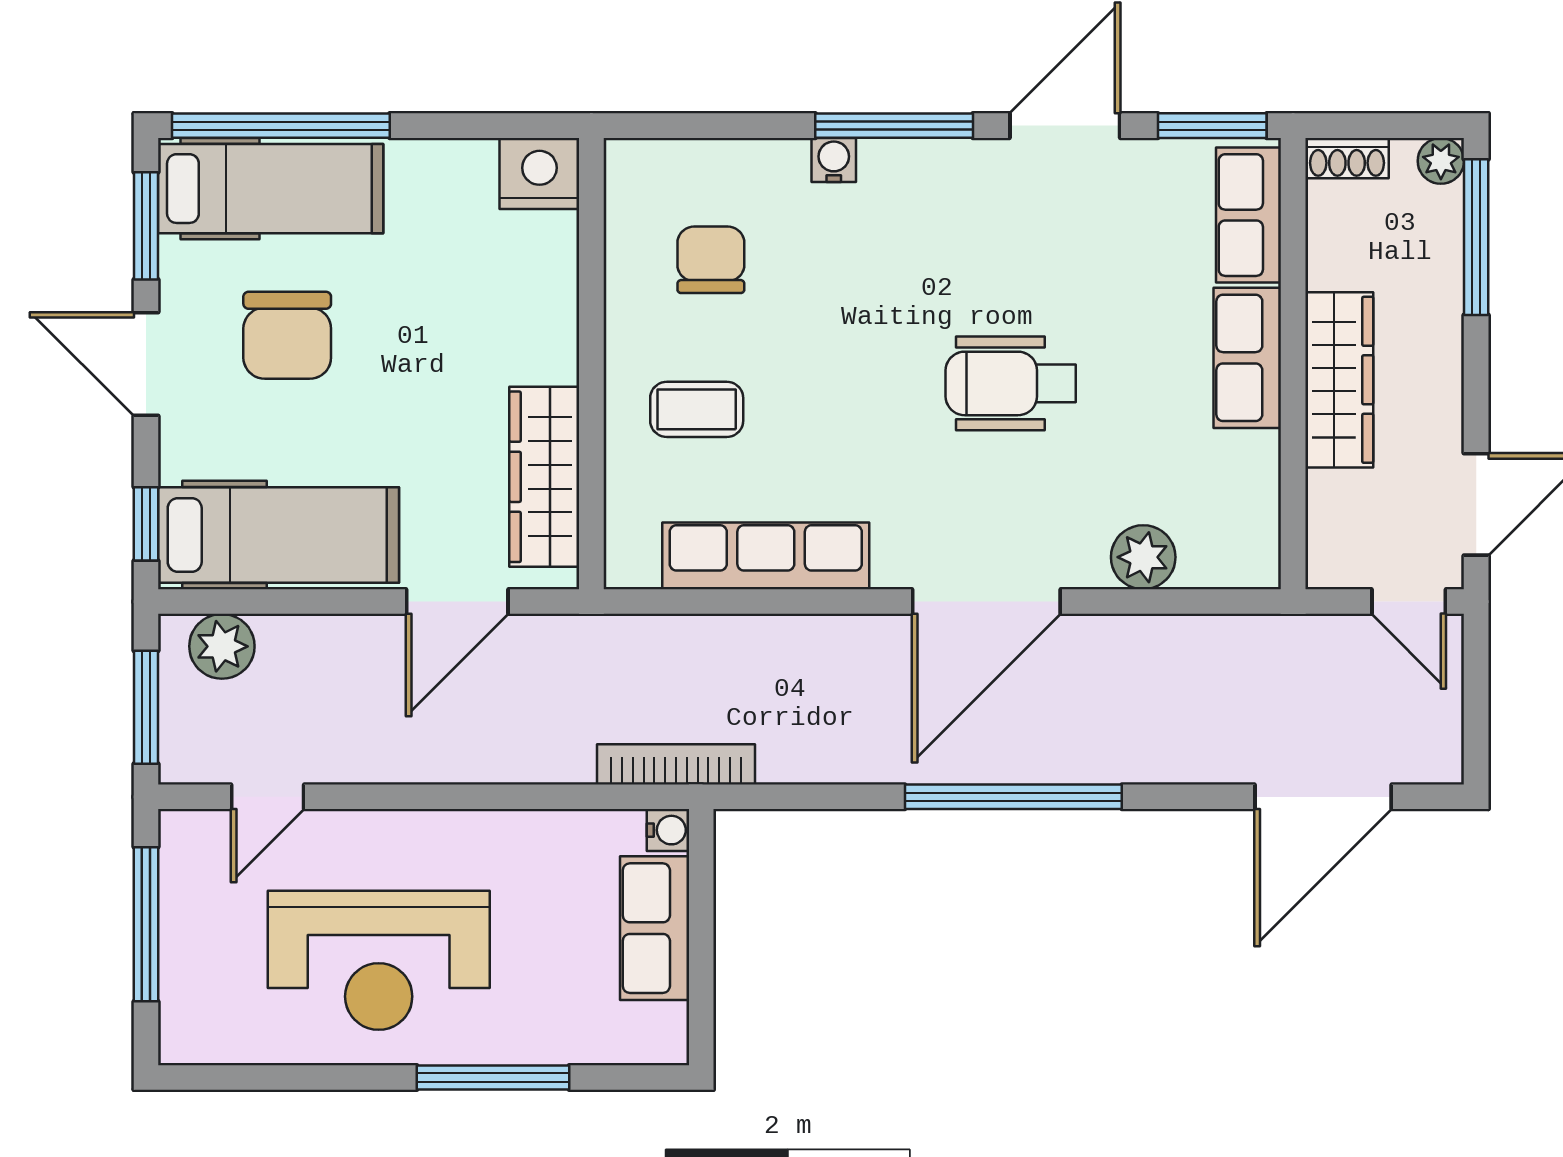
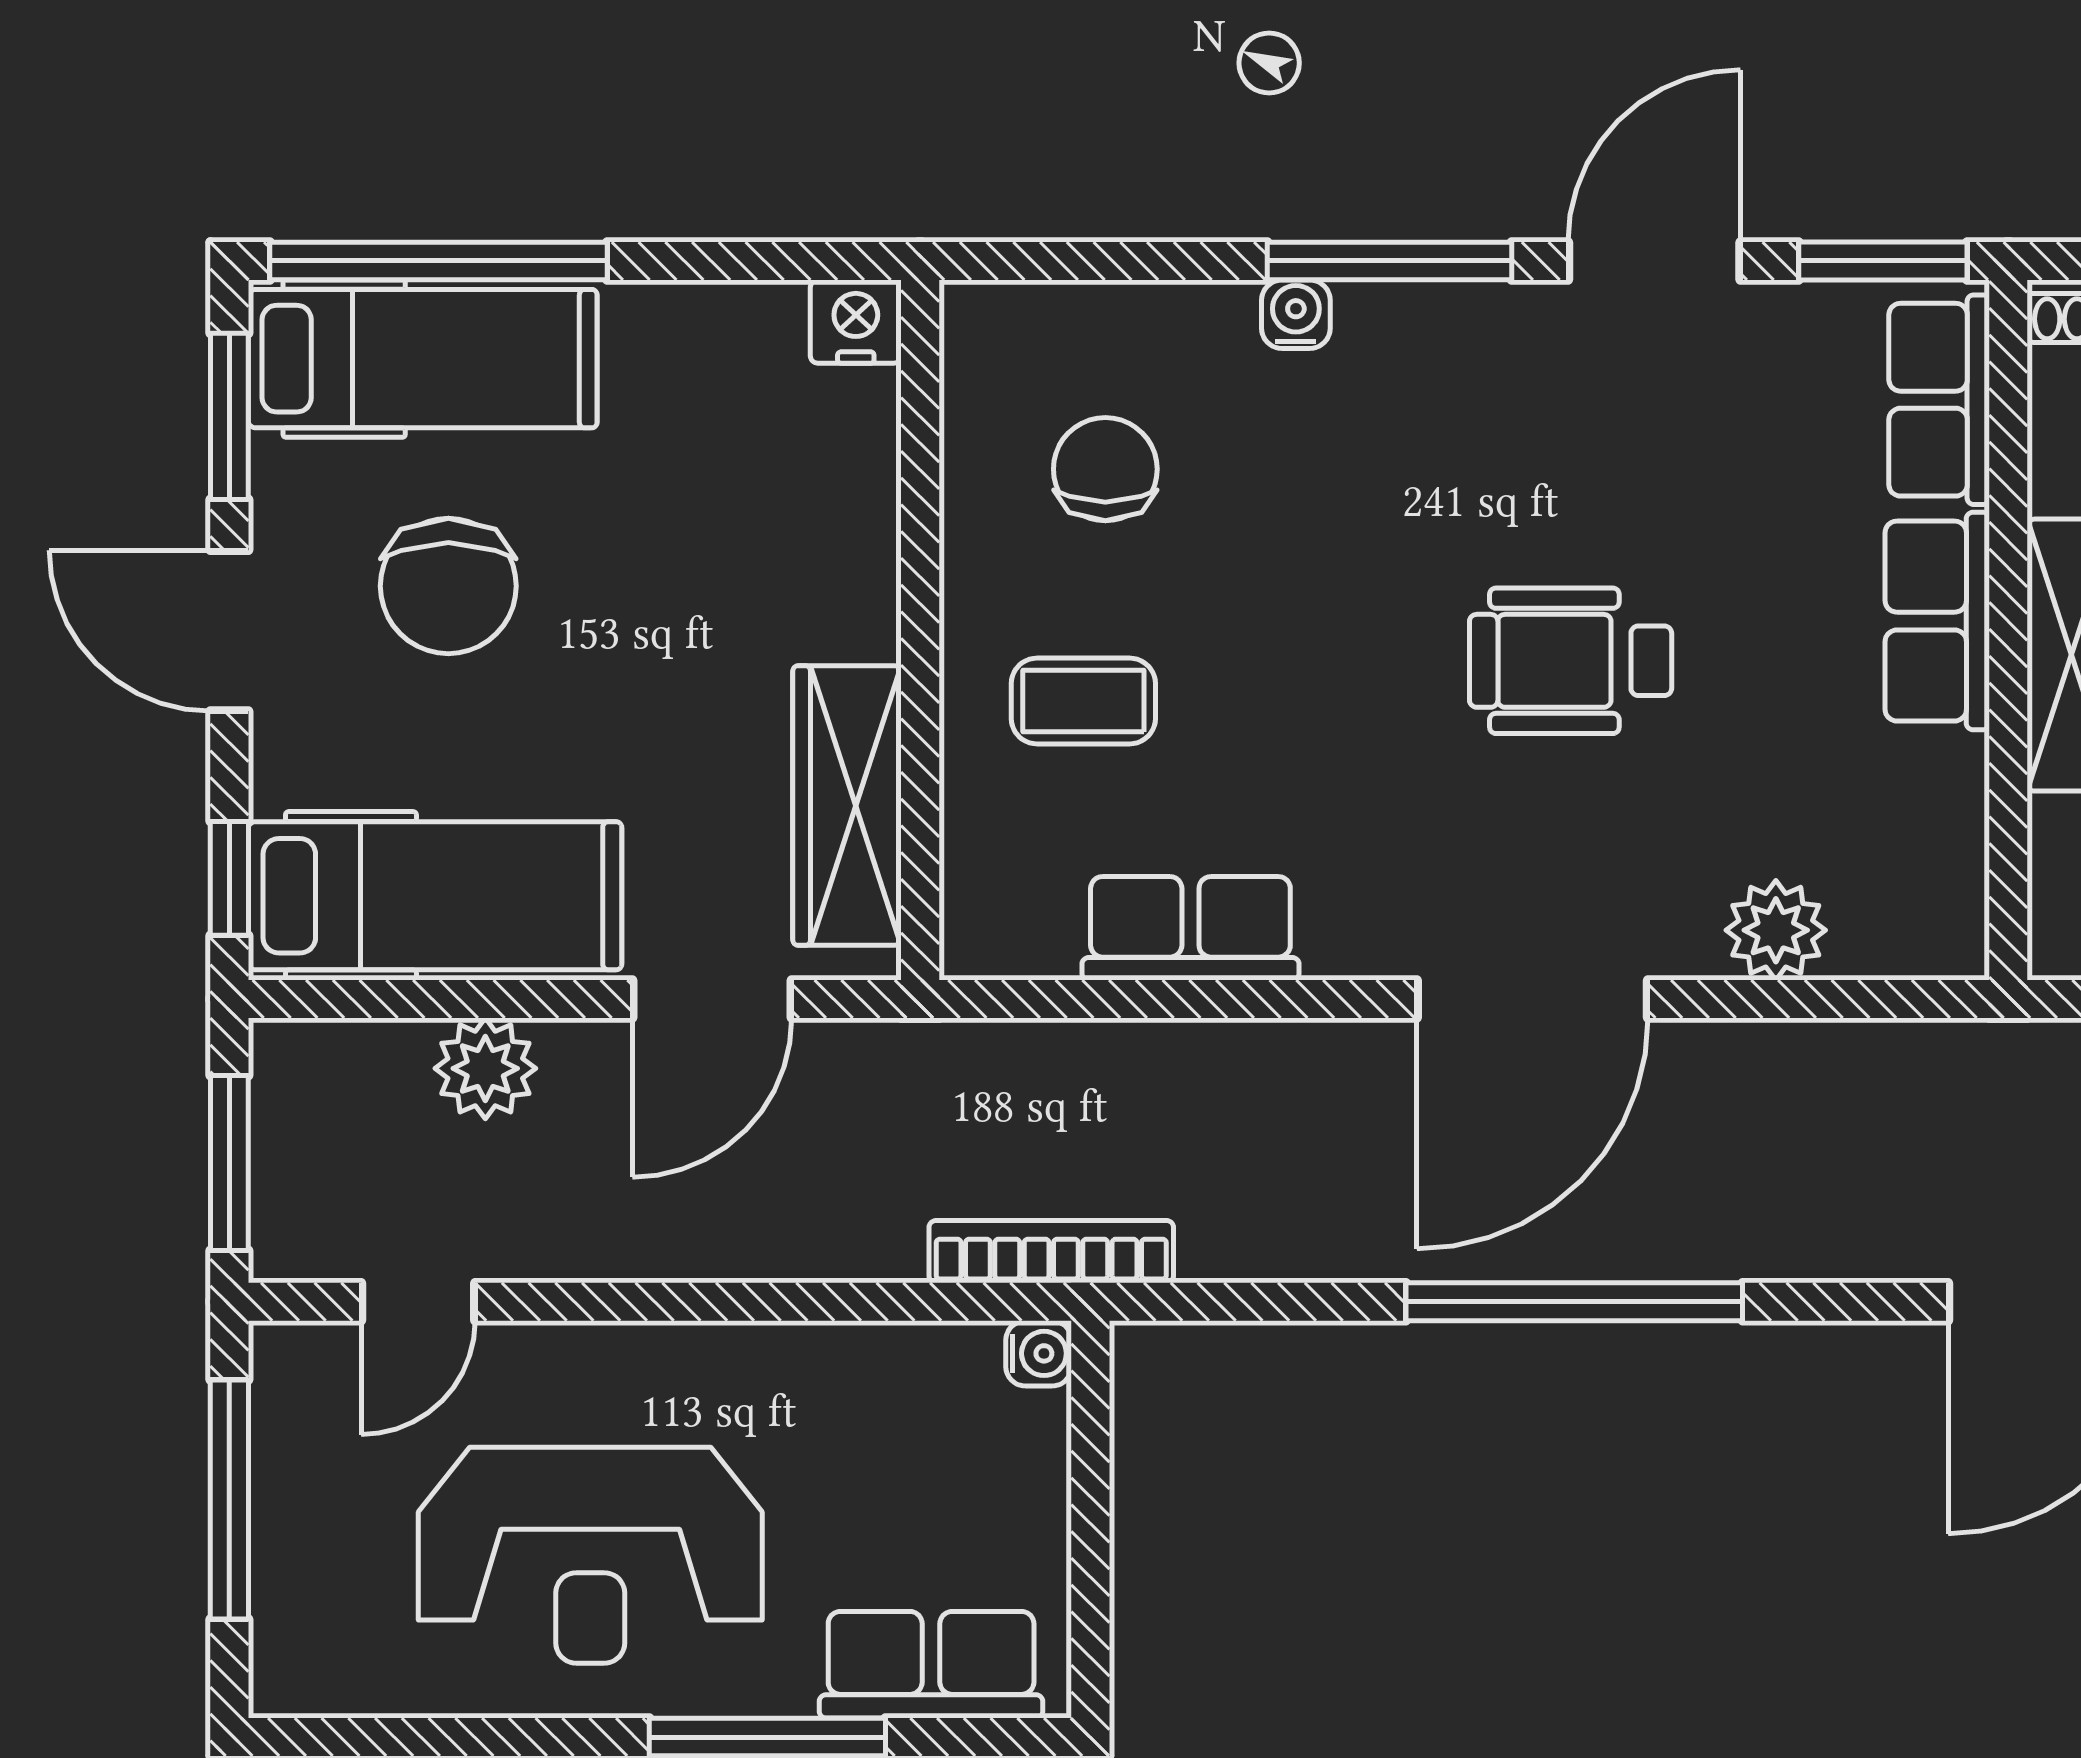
nightstand: (539, 173) -> (856, 322), width x0.74, depth x0.75
row of seats: (766, 556) -> (1190, 928), width x0.68
plant: (222, 646) -> (485, 1068), moved
row of seats: (655, 928) -> (931, 1665), moved, turned 90

